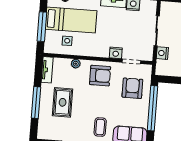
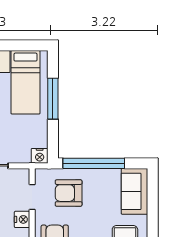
nightstand: (162, 53) -> (40, 156), moved

